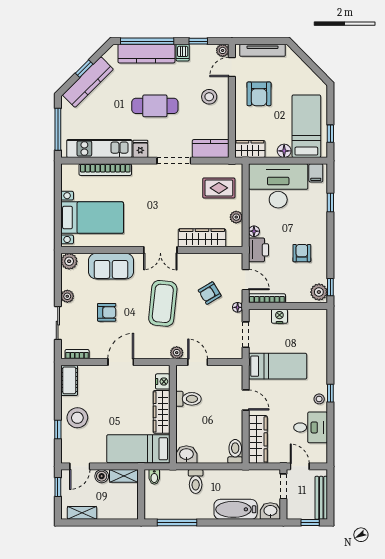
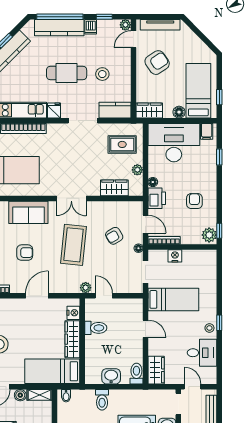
armchair: (259, 94) -> (157, 63), turned -124
stool: (209, 97) -> (102, 74), moved
wardrobe: (202, 238) -> (114, 188), width x0.67
wardrobe: (258, 439) -> (156, 370), width x0.67
washbasin: (186, 455) -> (111, 376), moved

